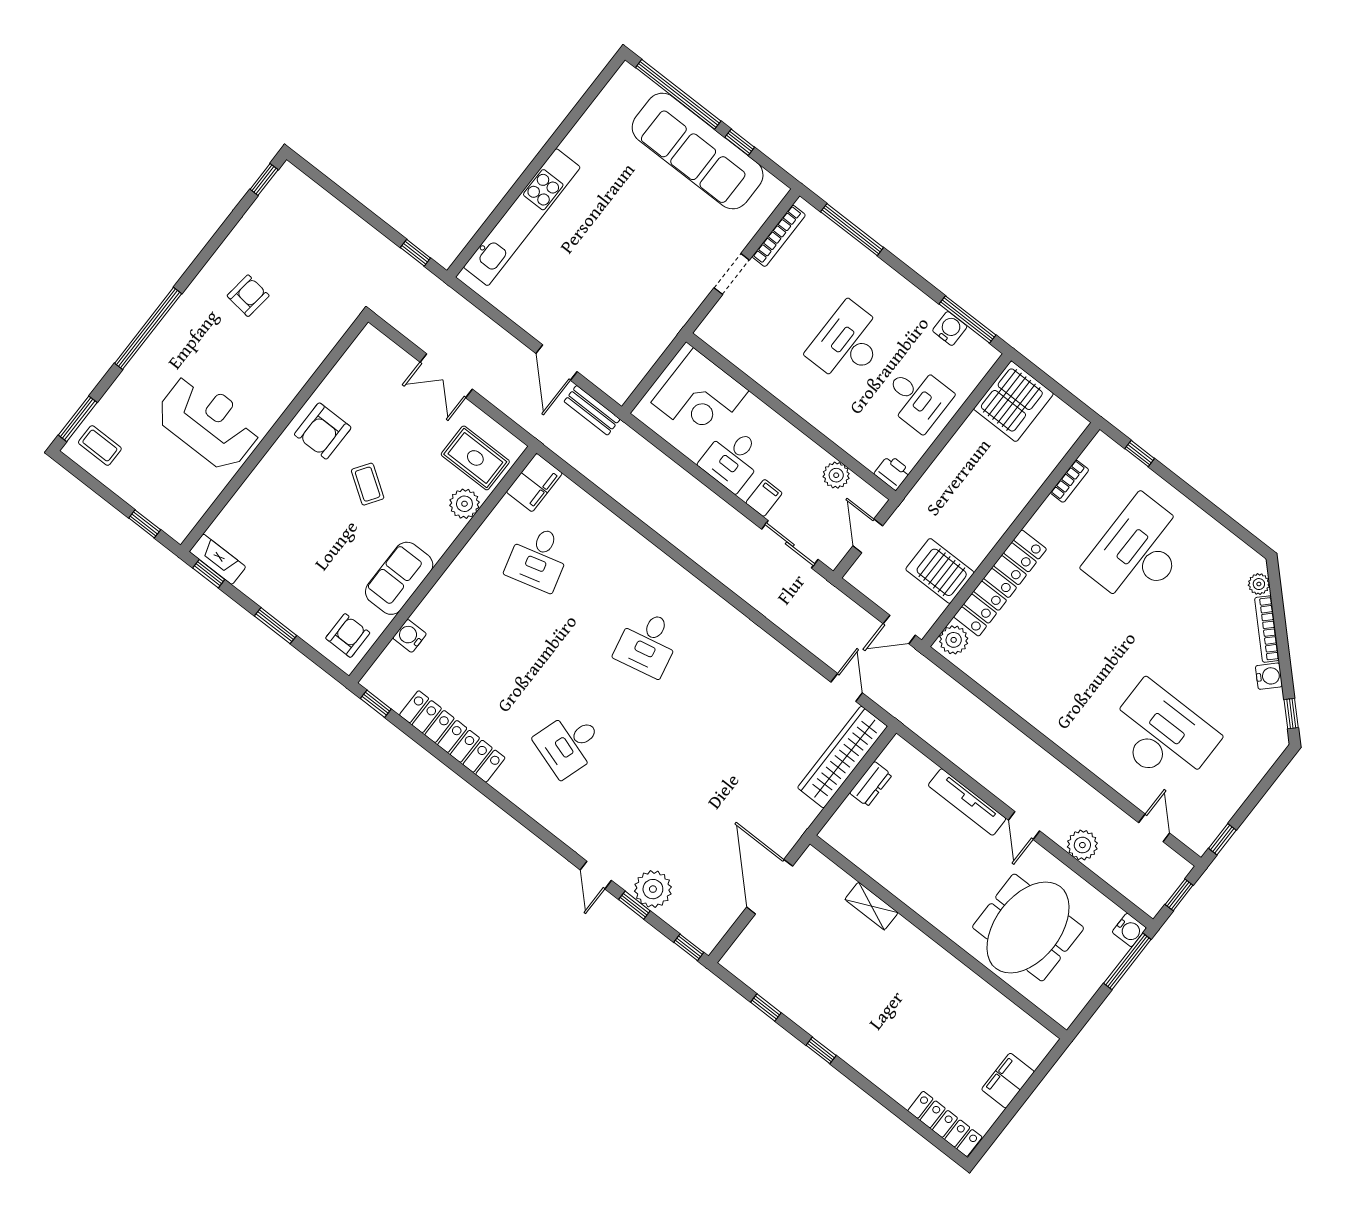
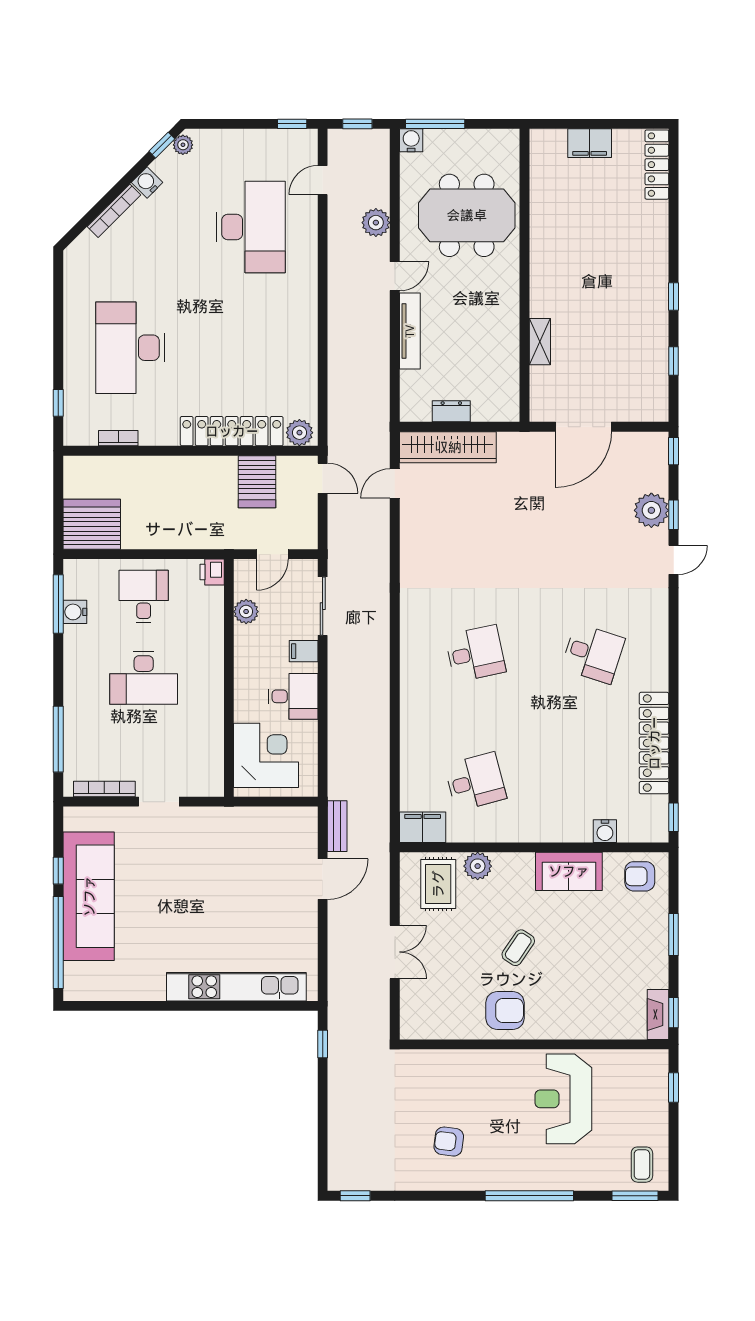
desk: (1139, 552) -> (130, 348), turned 90
plant: (1259, 584) -> (183, 145), moved
desk: (1162, 735) -> (251, 227), turned 180

